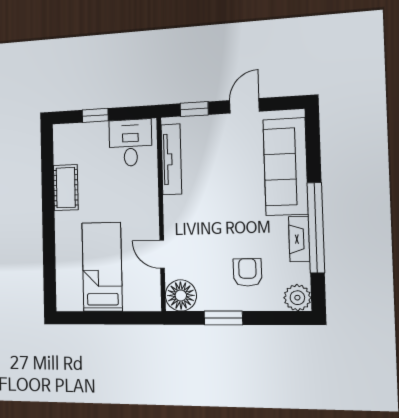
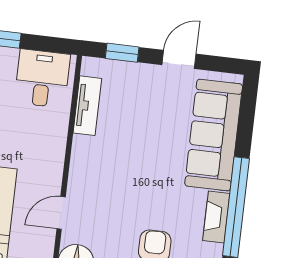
tv unit: (171, 159) -> (87, 106), width x0.71
door: (162, 254) -> (61, 213), hinge flipped

